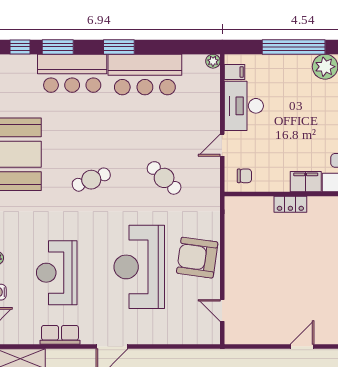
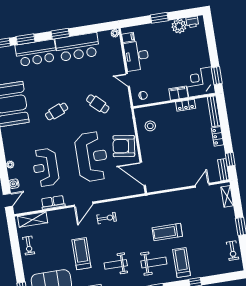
window: (294, 47) -> (159, 18), width x0.47
door: (222, 145) -> (128, 80), hinge flipped
locker: (290, 204) -> (186, 105), moved
stool: (248, 230) -> (150, 126), added
reception desk: (139, 267) -> (92, 157), turned 180
door: (222, 310) -> (143, 174), width x1.87
door: (302, 347) -> (202, 185), moved

